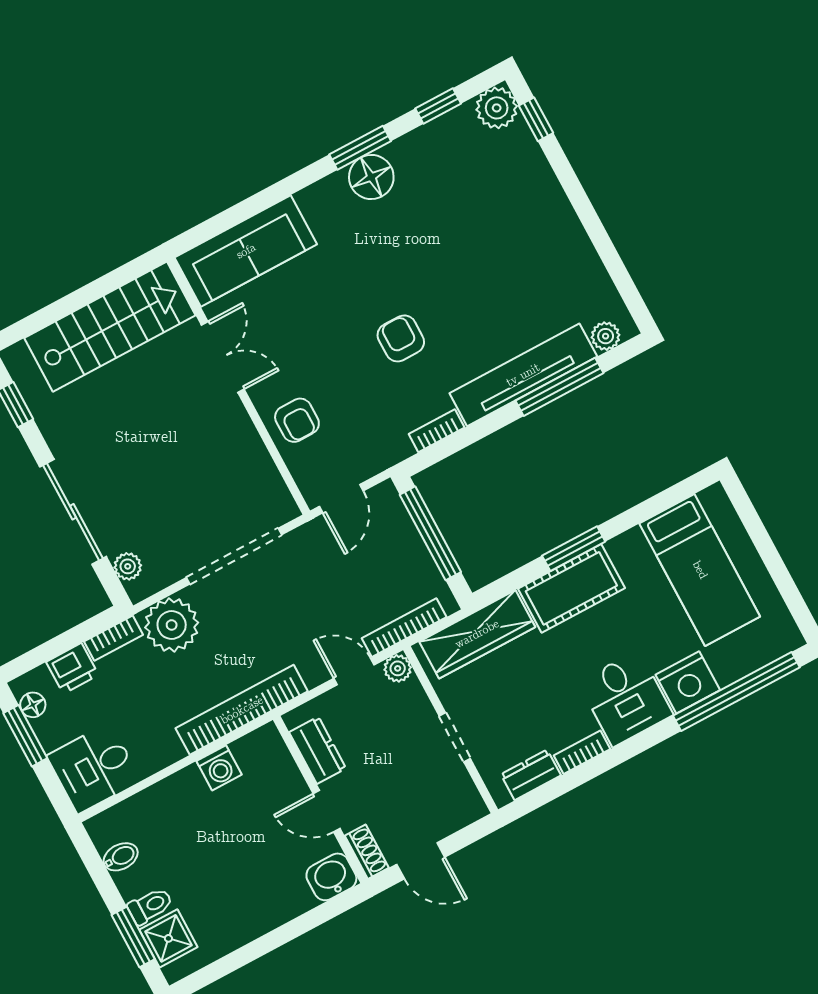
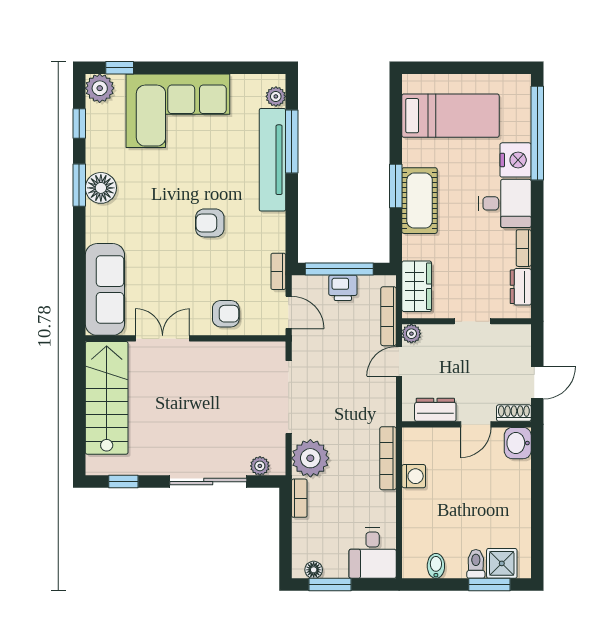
corner sofa: (521, 222) -> (178, 111), added
bookcase: (437, 431) -> (278, 271), moved
wardrobe: (477, 634) -> (417, 286), width x0.67
printer: (72, 668) -> (343, 288), moved, turned 90
bookcase: (242, 710) -> (388, 458), width x0.68, depth x0.76

